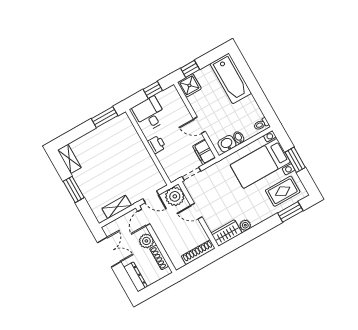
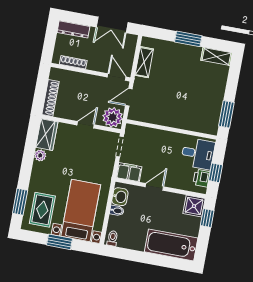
printer: (157, 145) -> (202, 178), moved, turned 90
plant: (146, 241) -> (96, 63), removed

